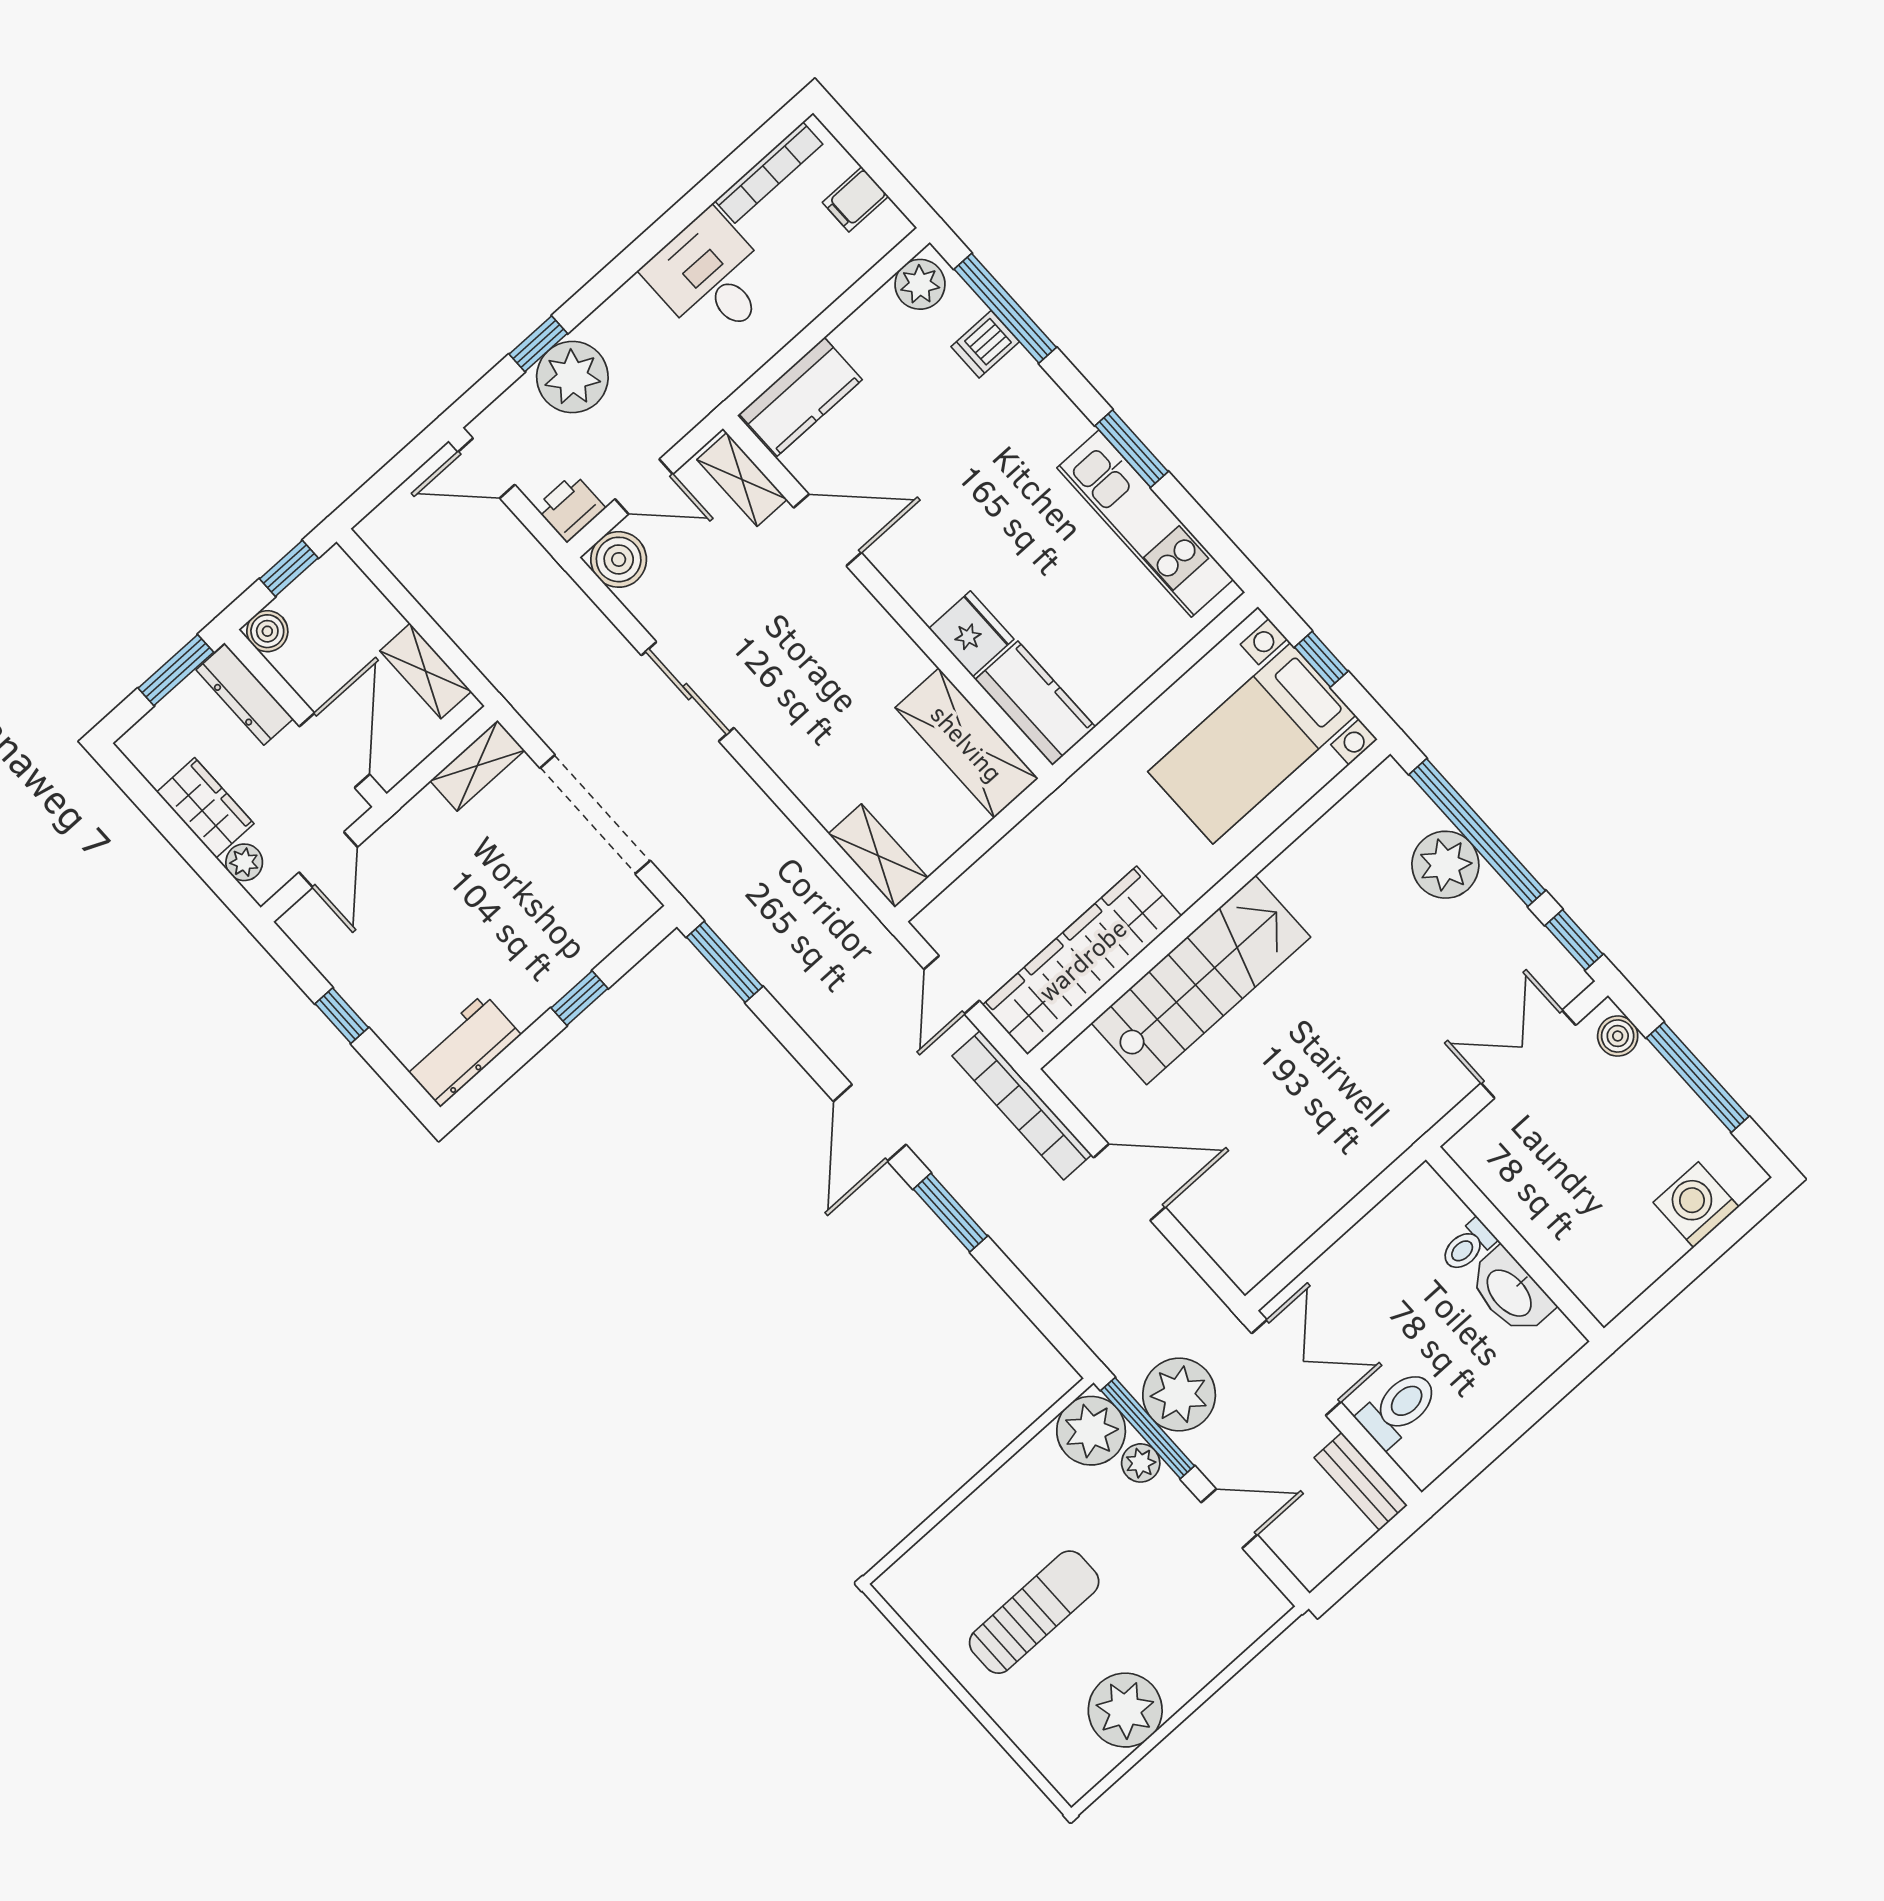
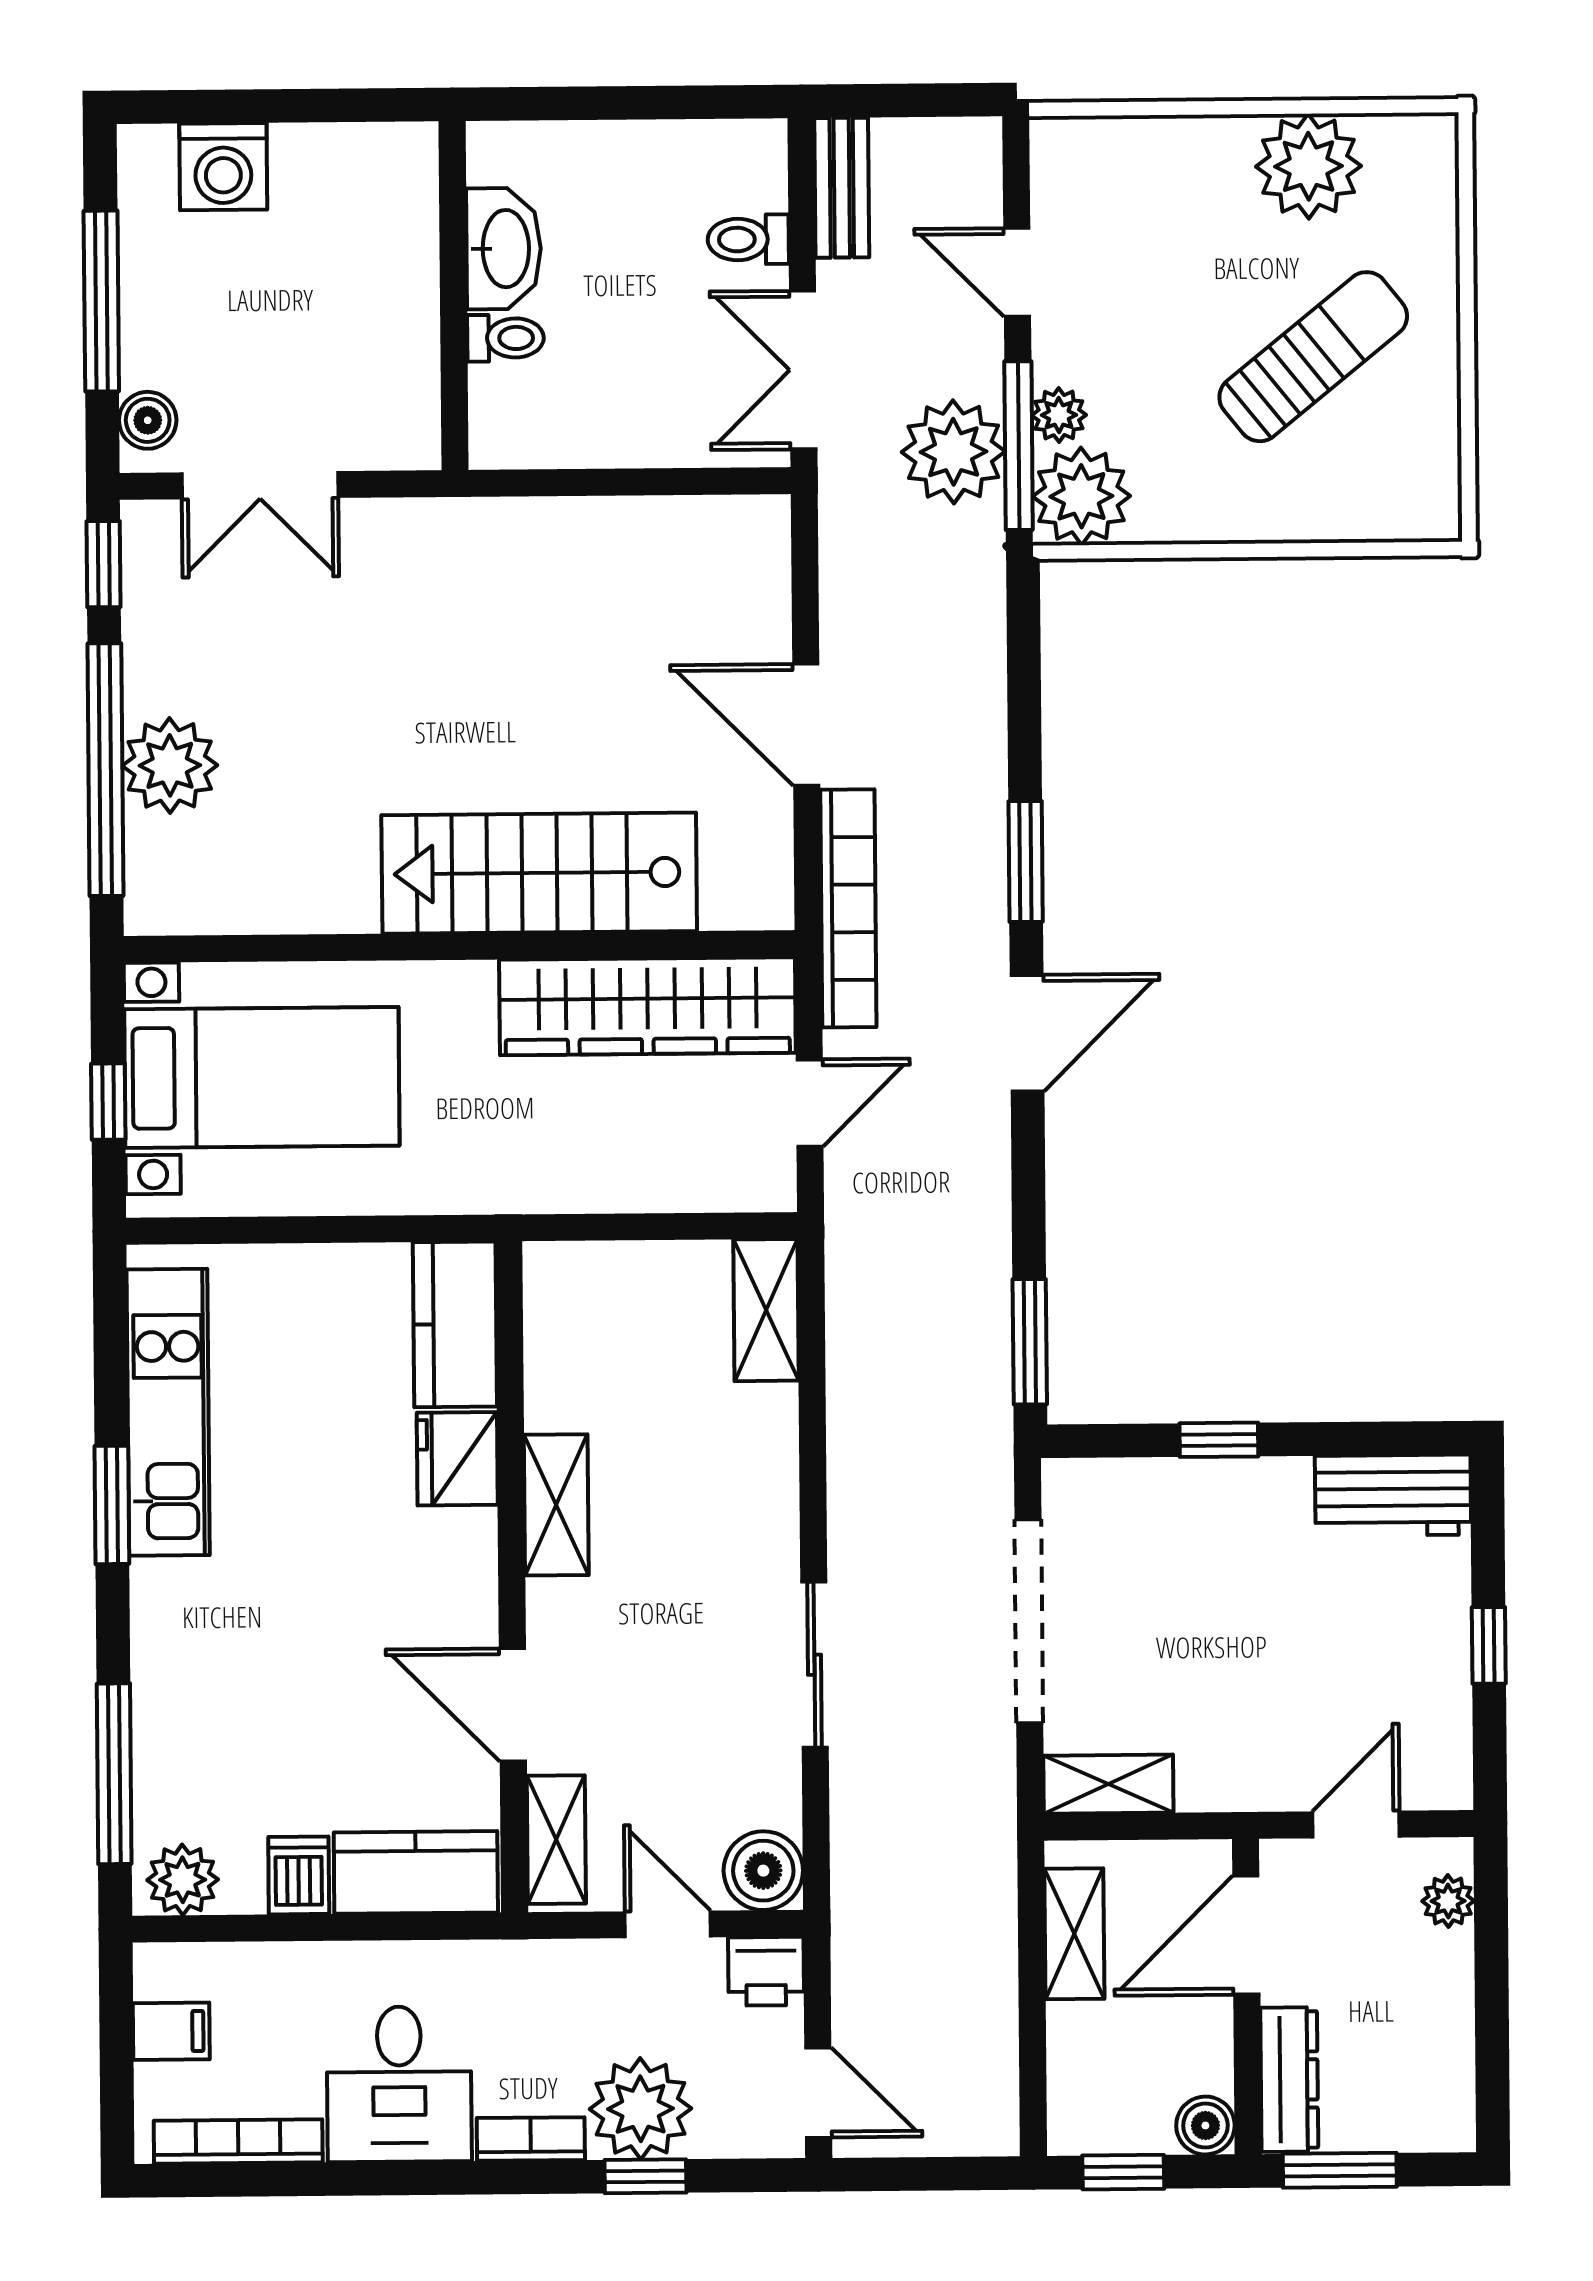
bookcase: (616, 310) -> (531, 2139), added
dishwasher: (985, 344) -> (299, 1875), moved, turned -90
shelving: (967, 743) -> (556, 1505), moved, width x0.67, depth x0.75
wardrobe: (205, 808) -> (1438, 1996), removed
toilet: (1398, 1408) -> (748, 239), width x0.73, depth x0.72
sun lounger: (1034, 1612) -> (1313, 357), turned 141

